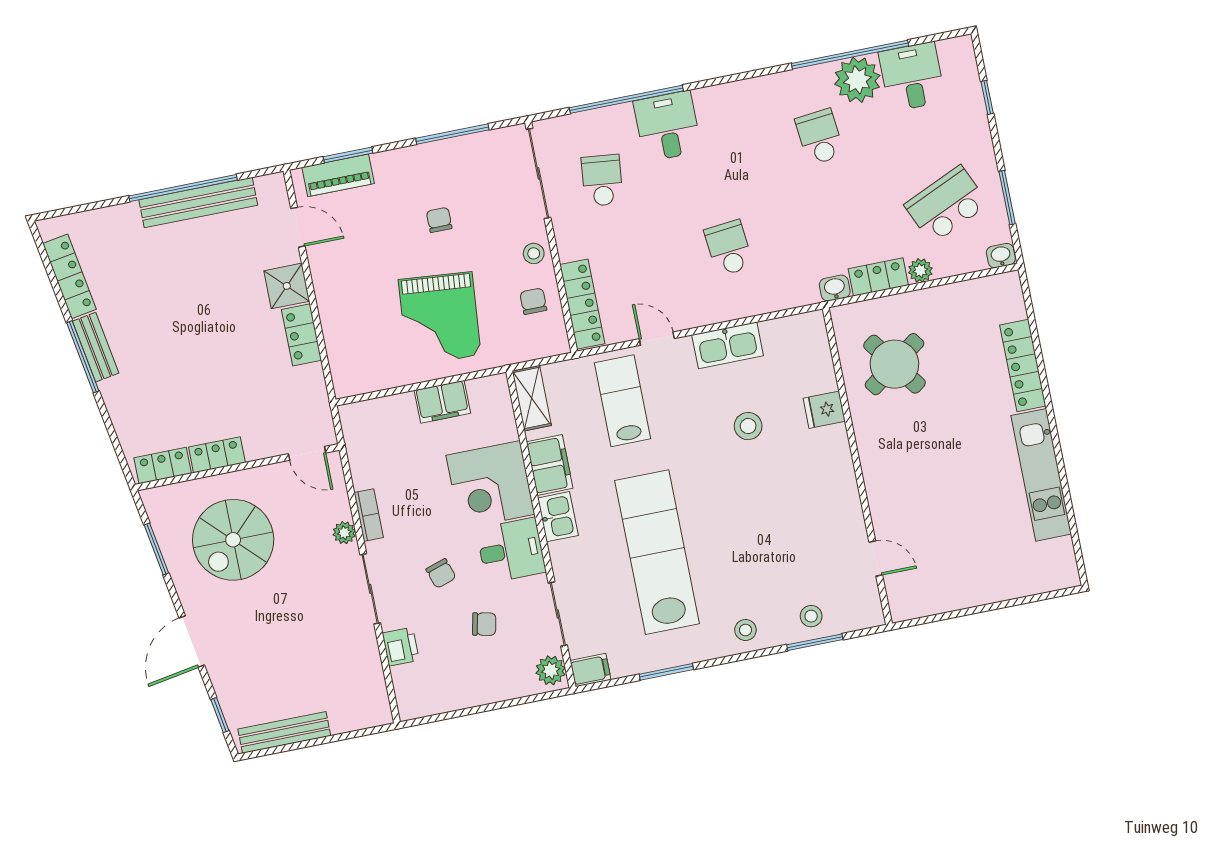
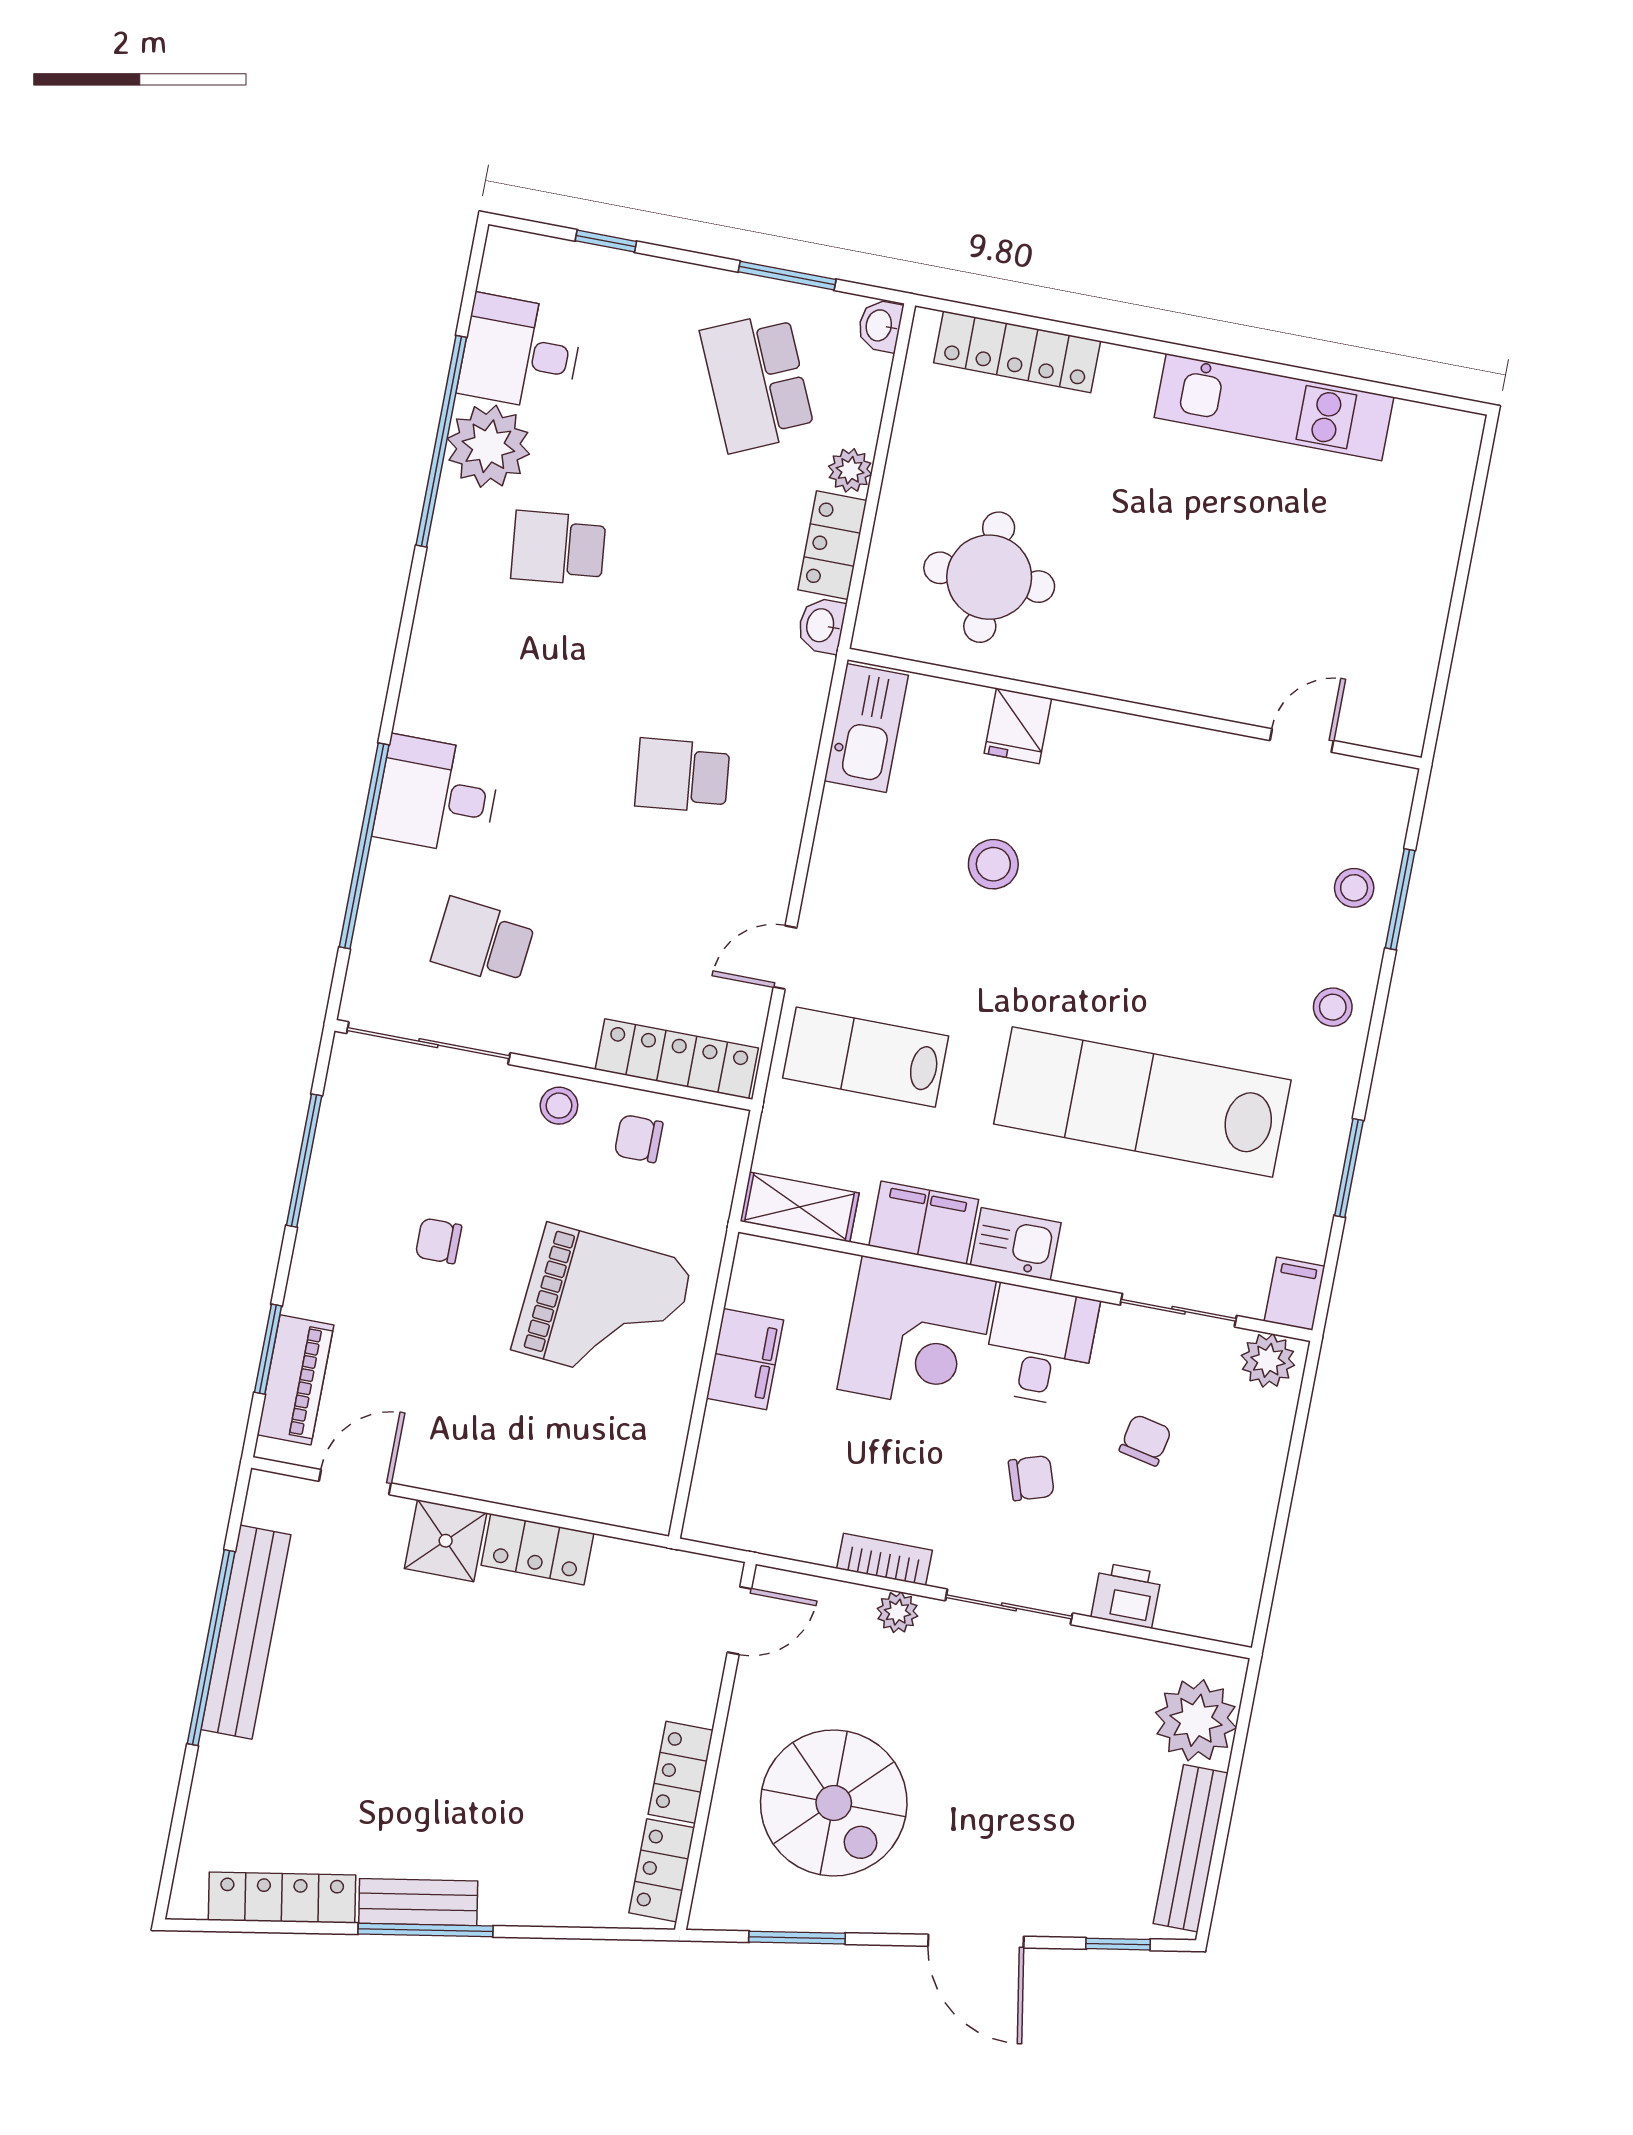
kitchen sink: (728, 345) -> (866, 728), moved
round table: (894, 364) -> (989, 577), turned 36
locker: (1023, 366) -> (1017, 352), moved
plant: (351, 708) -> (1196, 1720), added

